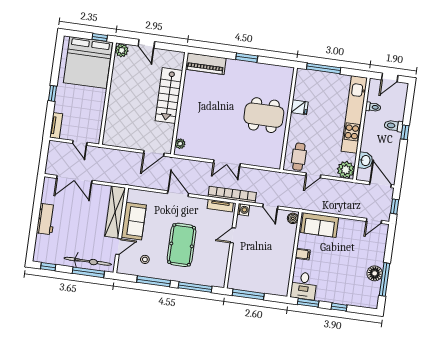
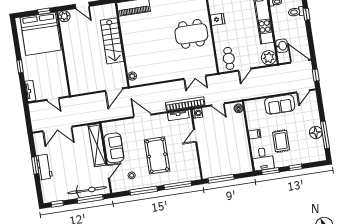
double door: (227, 163) -> (195, 77), moved
window: (36, 214) -> (35, 165), added
sofa: (320, 225) -> (280, 104), moved
rug: (331, 271) -> (281, 141), added

